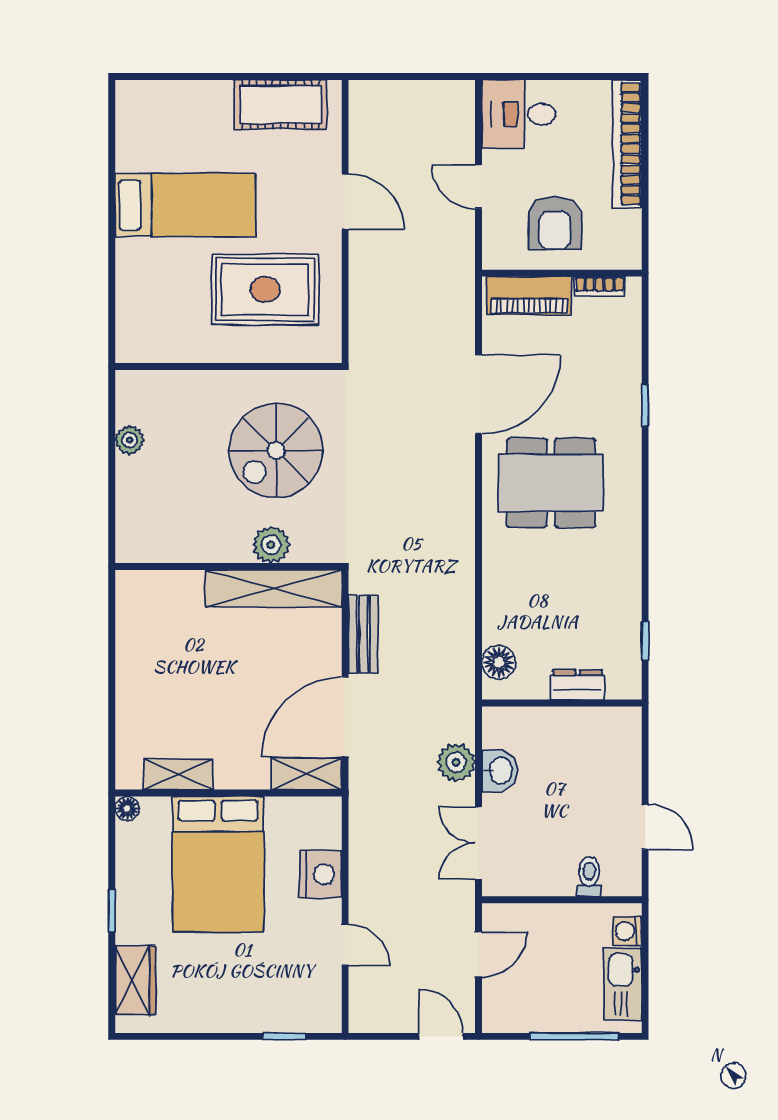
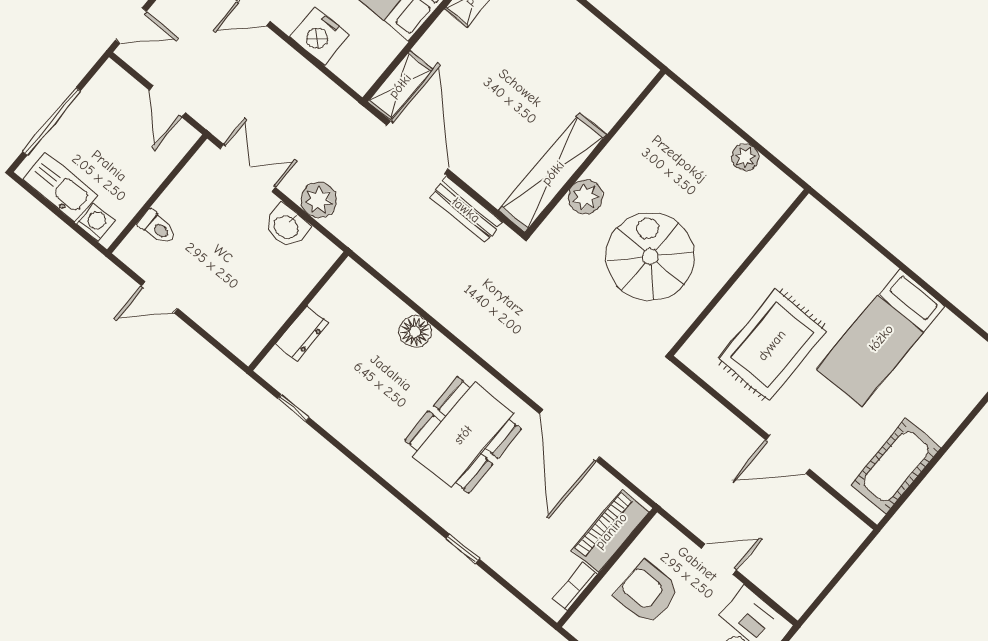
floor lamp: (499, 662) -> (415, 332), moved

